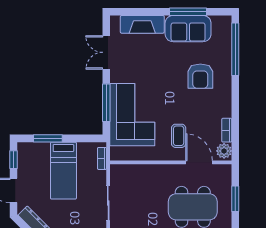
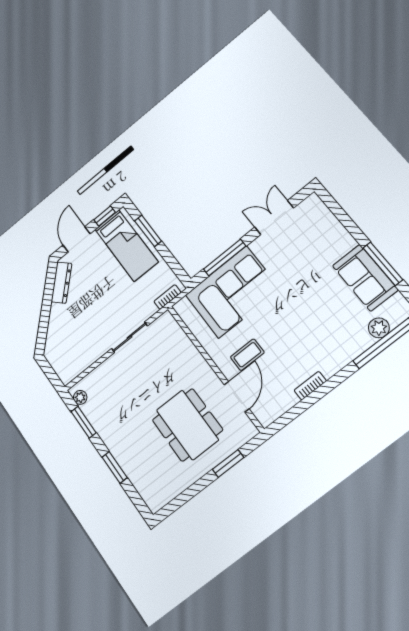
fireplace: (142, 24) -> (331, 229), removed
armchair: (200, 76) -> (326, 329), removed
bookcase: (227, 130) -> (310, 386), moved
plant: (224, 151) -> (379, 328), moved
bed: (63, 171) -> (126, 245), moved, turned -90

